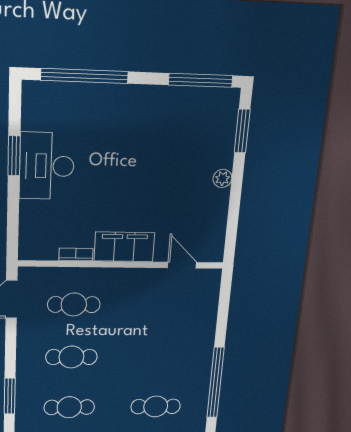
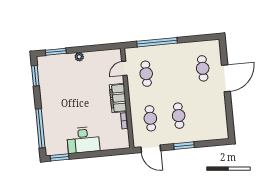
window: (201, 80) -> (35, 76), width x0.69
window: (14, 156) -> (60, 157), moved
window: (216, 383) -> (157, 42), moved
window: (10, 396) -> (184, 146), moved
cafe table: (69, 407) -> (146, 74), moved

